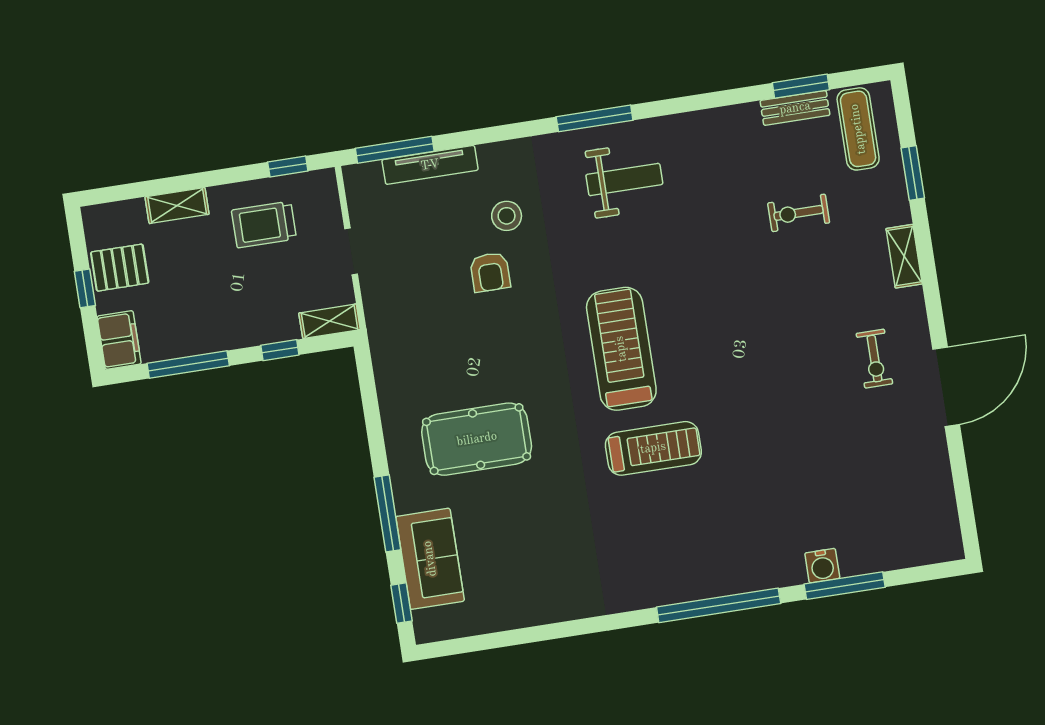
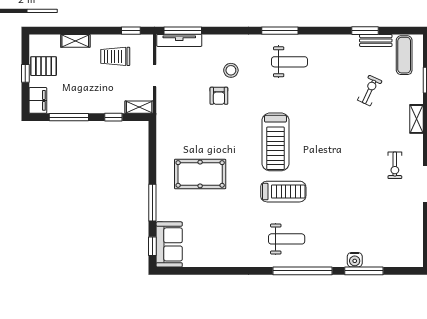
window: (801, 86) -> (365, 31), moved
tv unit: (430, 165) -> (179, 40), moved
exercise bike: (799, 213) -> (370, 91), turned 115
treadmill: (621, 349) -> (275, 142), turned 180
weight bench: (675, 545) -> (287, 239), added
sofa: (430, 559) -> (169, 244), moved

